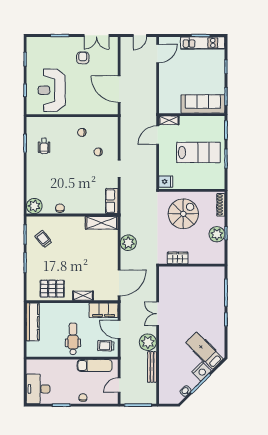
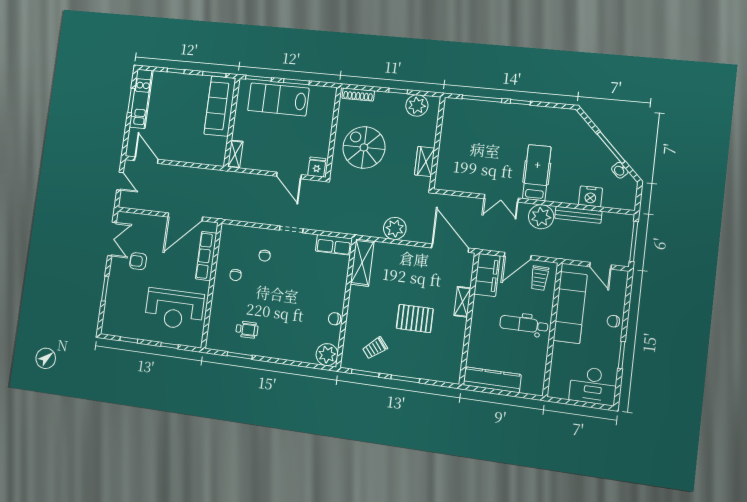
row of seats: (93, 109) -> (206, 256), added
door: (158, 135) -> (289, 175), moved
lab bench: (198, 152) -> (278, 99), moved, turned -90
plant: (217, 234) -> (417, 105), moved
pallet: (52, 289) -> (415, 318), moved, turned 90
hospital bed: (205, 351) -> (537, 173), moved, turned 135
exam couch: (95, 366) -> (570, 308), width x1.36, depth x1.45
nightstand: (201, 371) -> (590, 196), moved, turned 135

